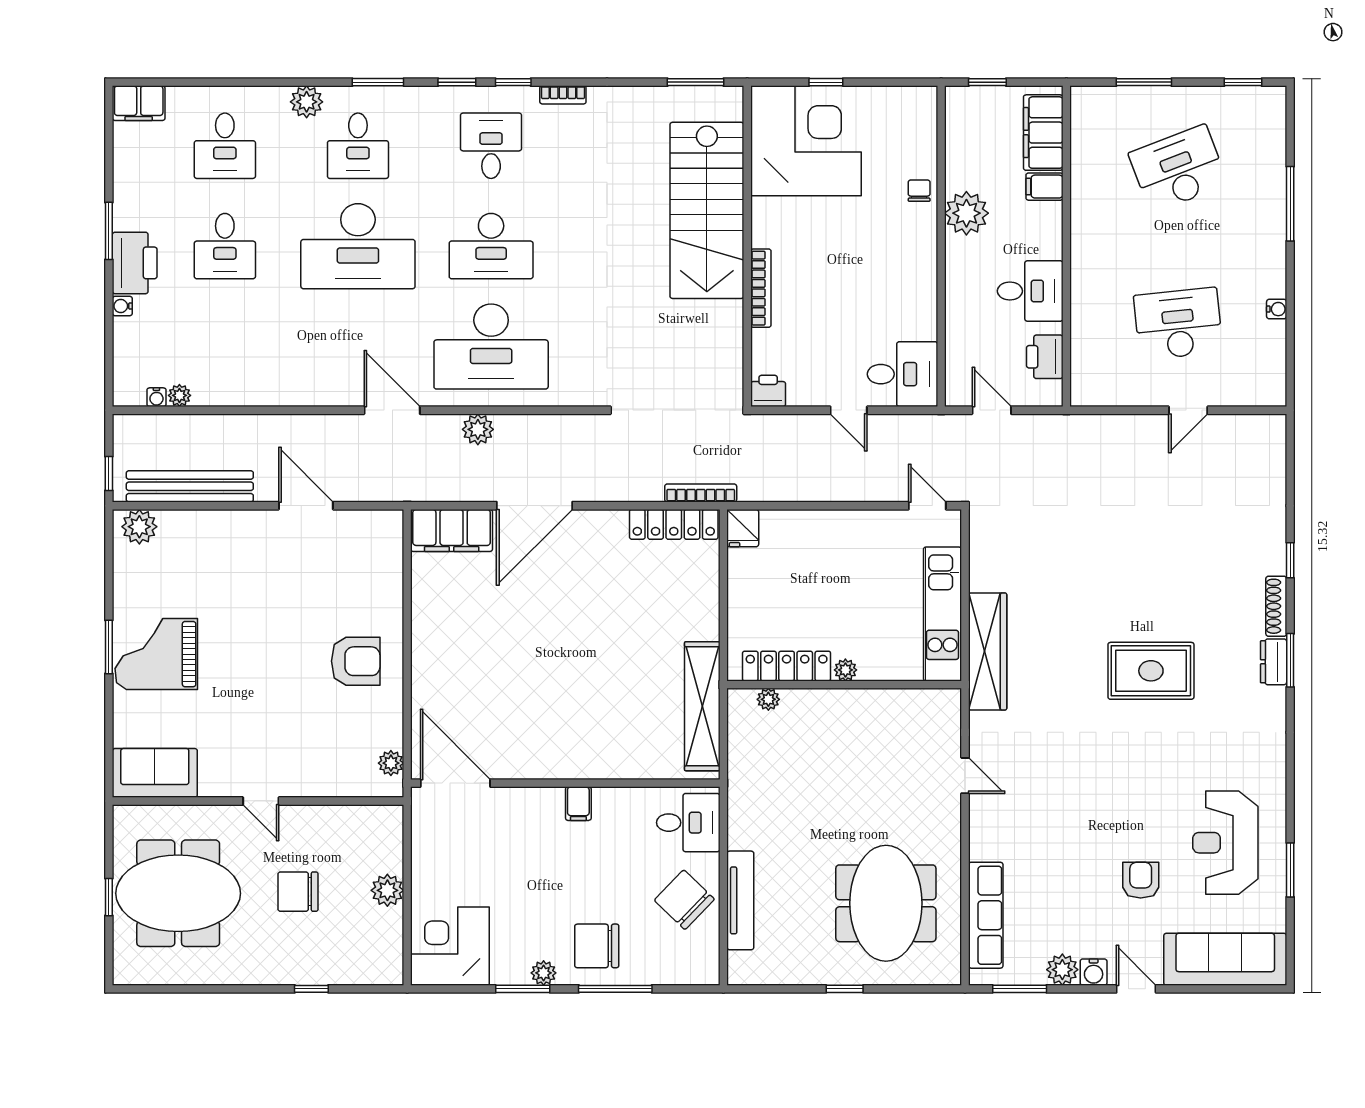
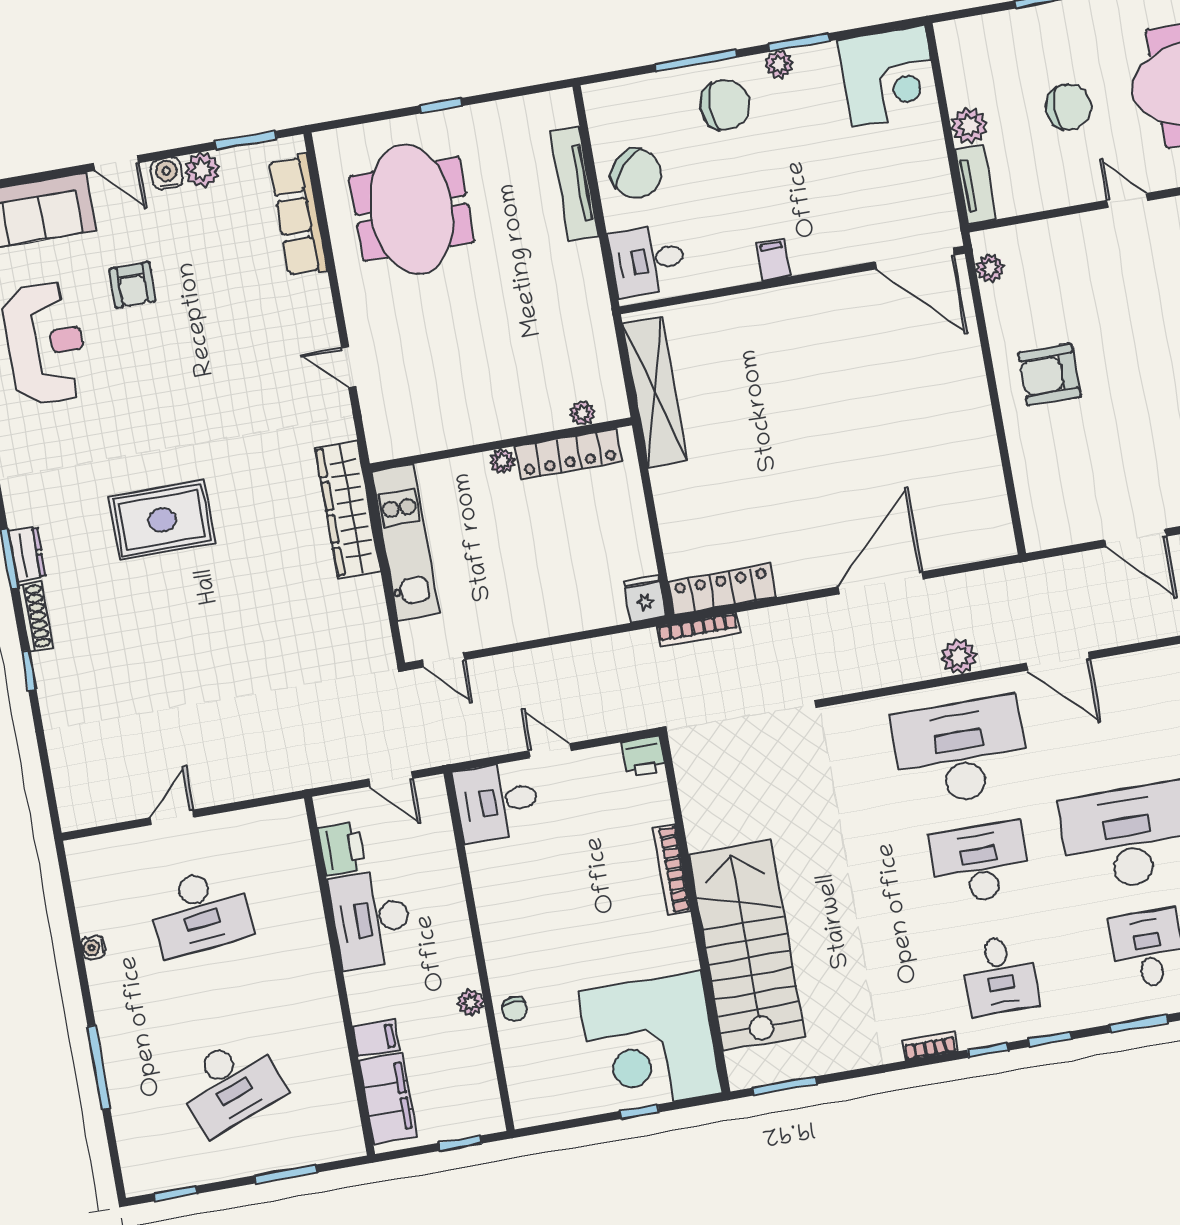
plant: (966, 213) -> (471, 1003), width x0.53, depth x0.53
desk: (1030, 291) -> (371, 919), width x1.37
filing cabinet: (452, 530) -> (968, 539), removed
tv unit: (391, 838) -> (976, 184), added

